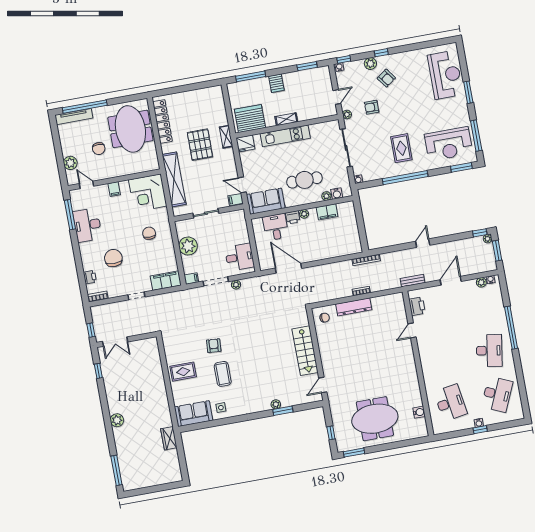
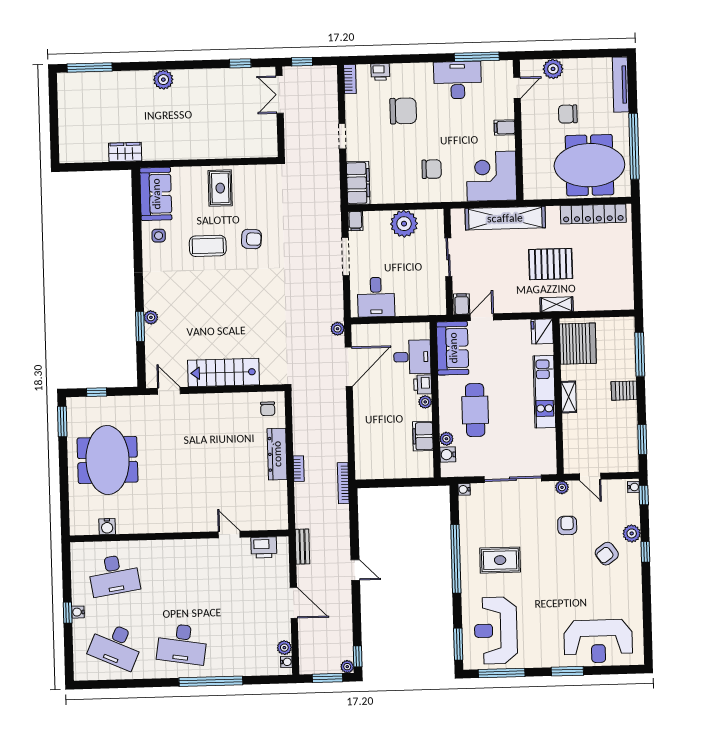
window: (85, 107) -> (634, 146), moved
plant: (236, 285) -> (338, 329), moved

